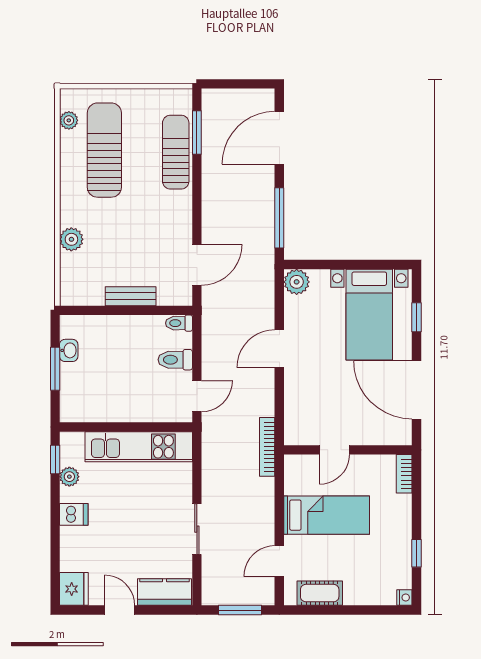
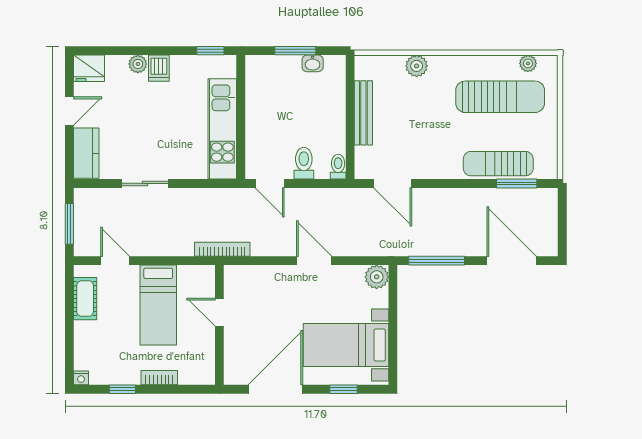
sun lounger: (176, 152) -> (498, 164), turned 180
bench: (131, 296) -> (363, 113), width x1.36
bookcase: (404, 474) -> (159, 378), moved
plant: (69, 477) -> (138, 64), moved

